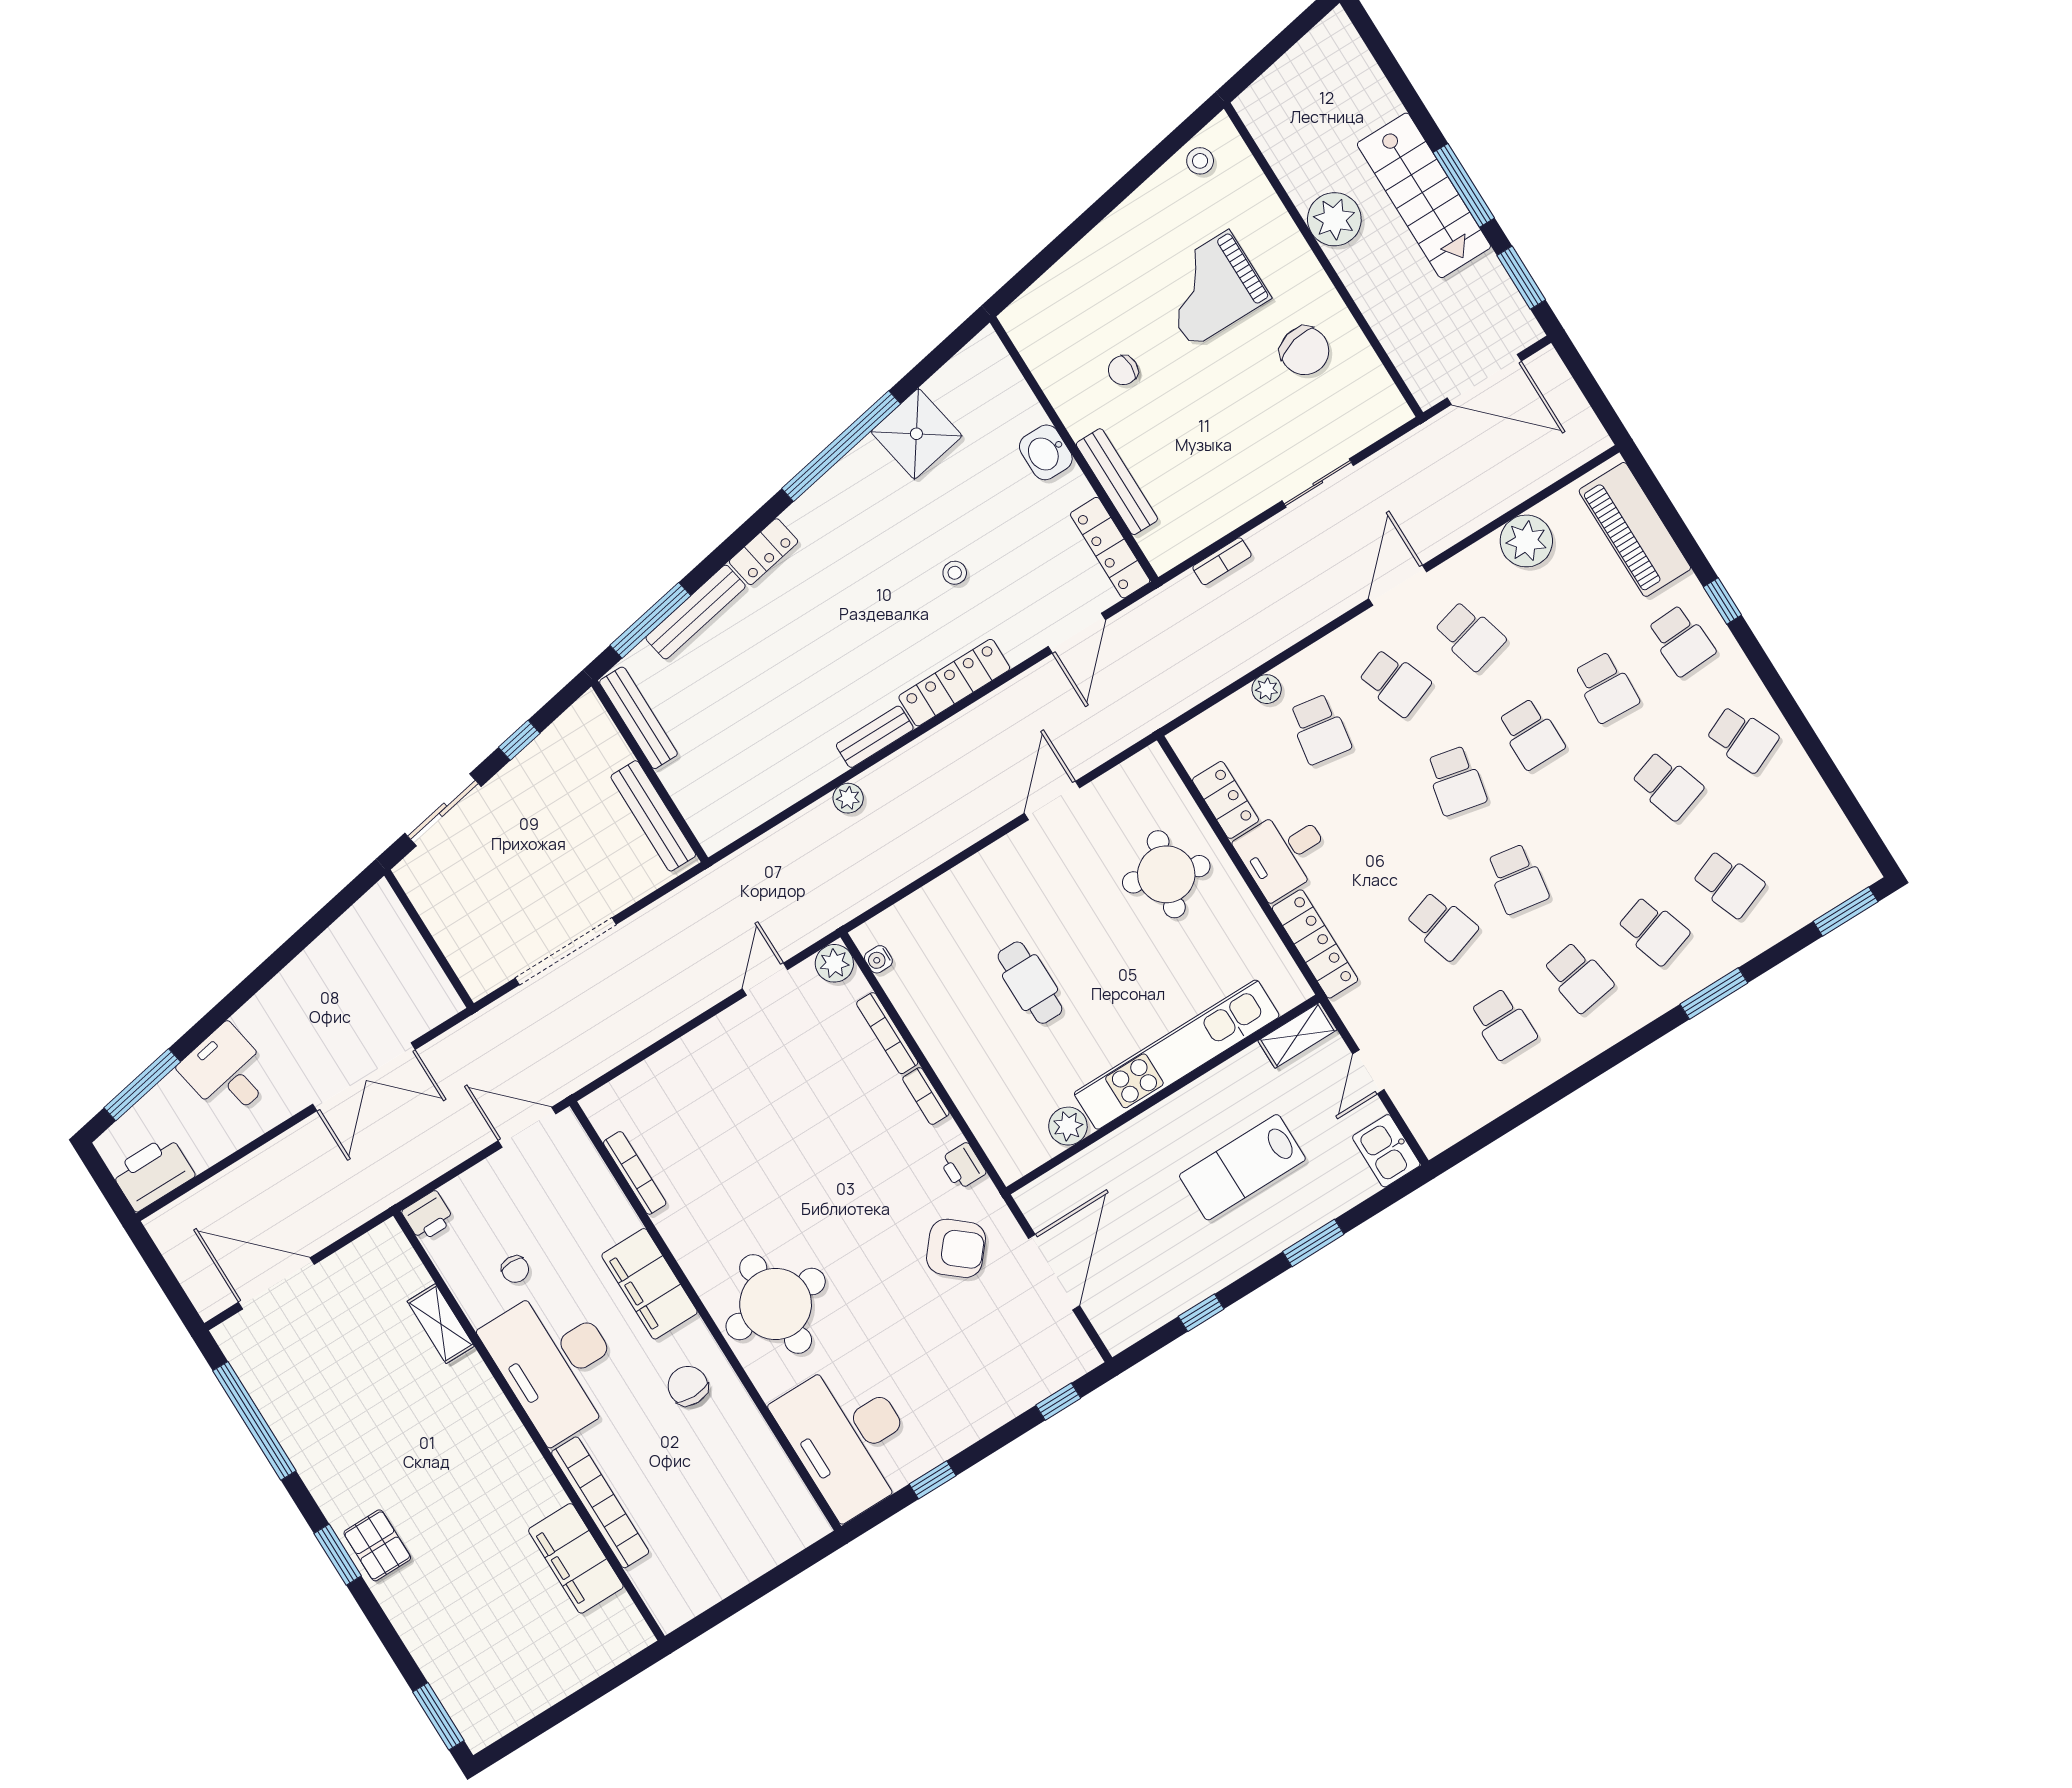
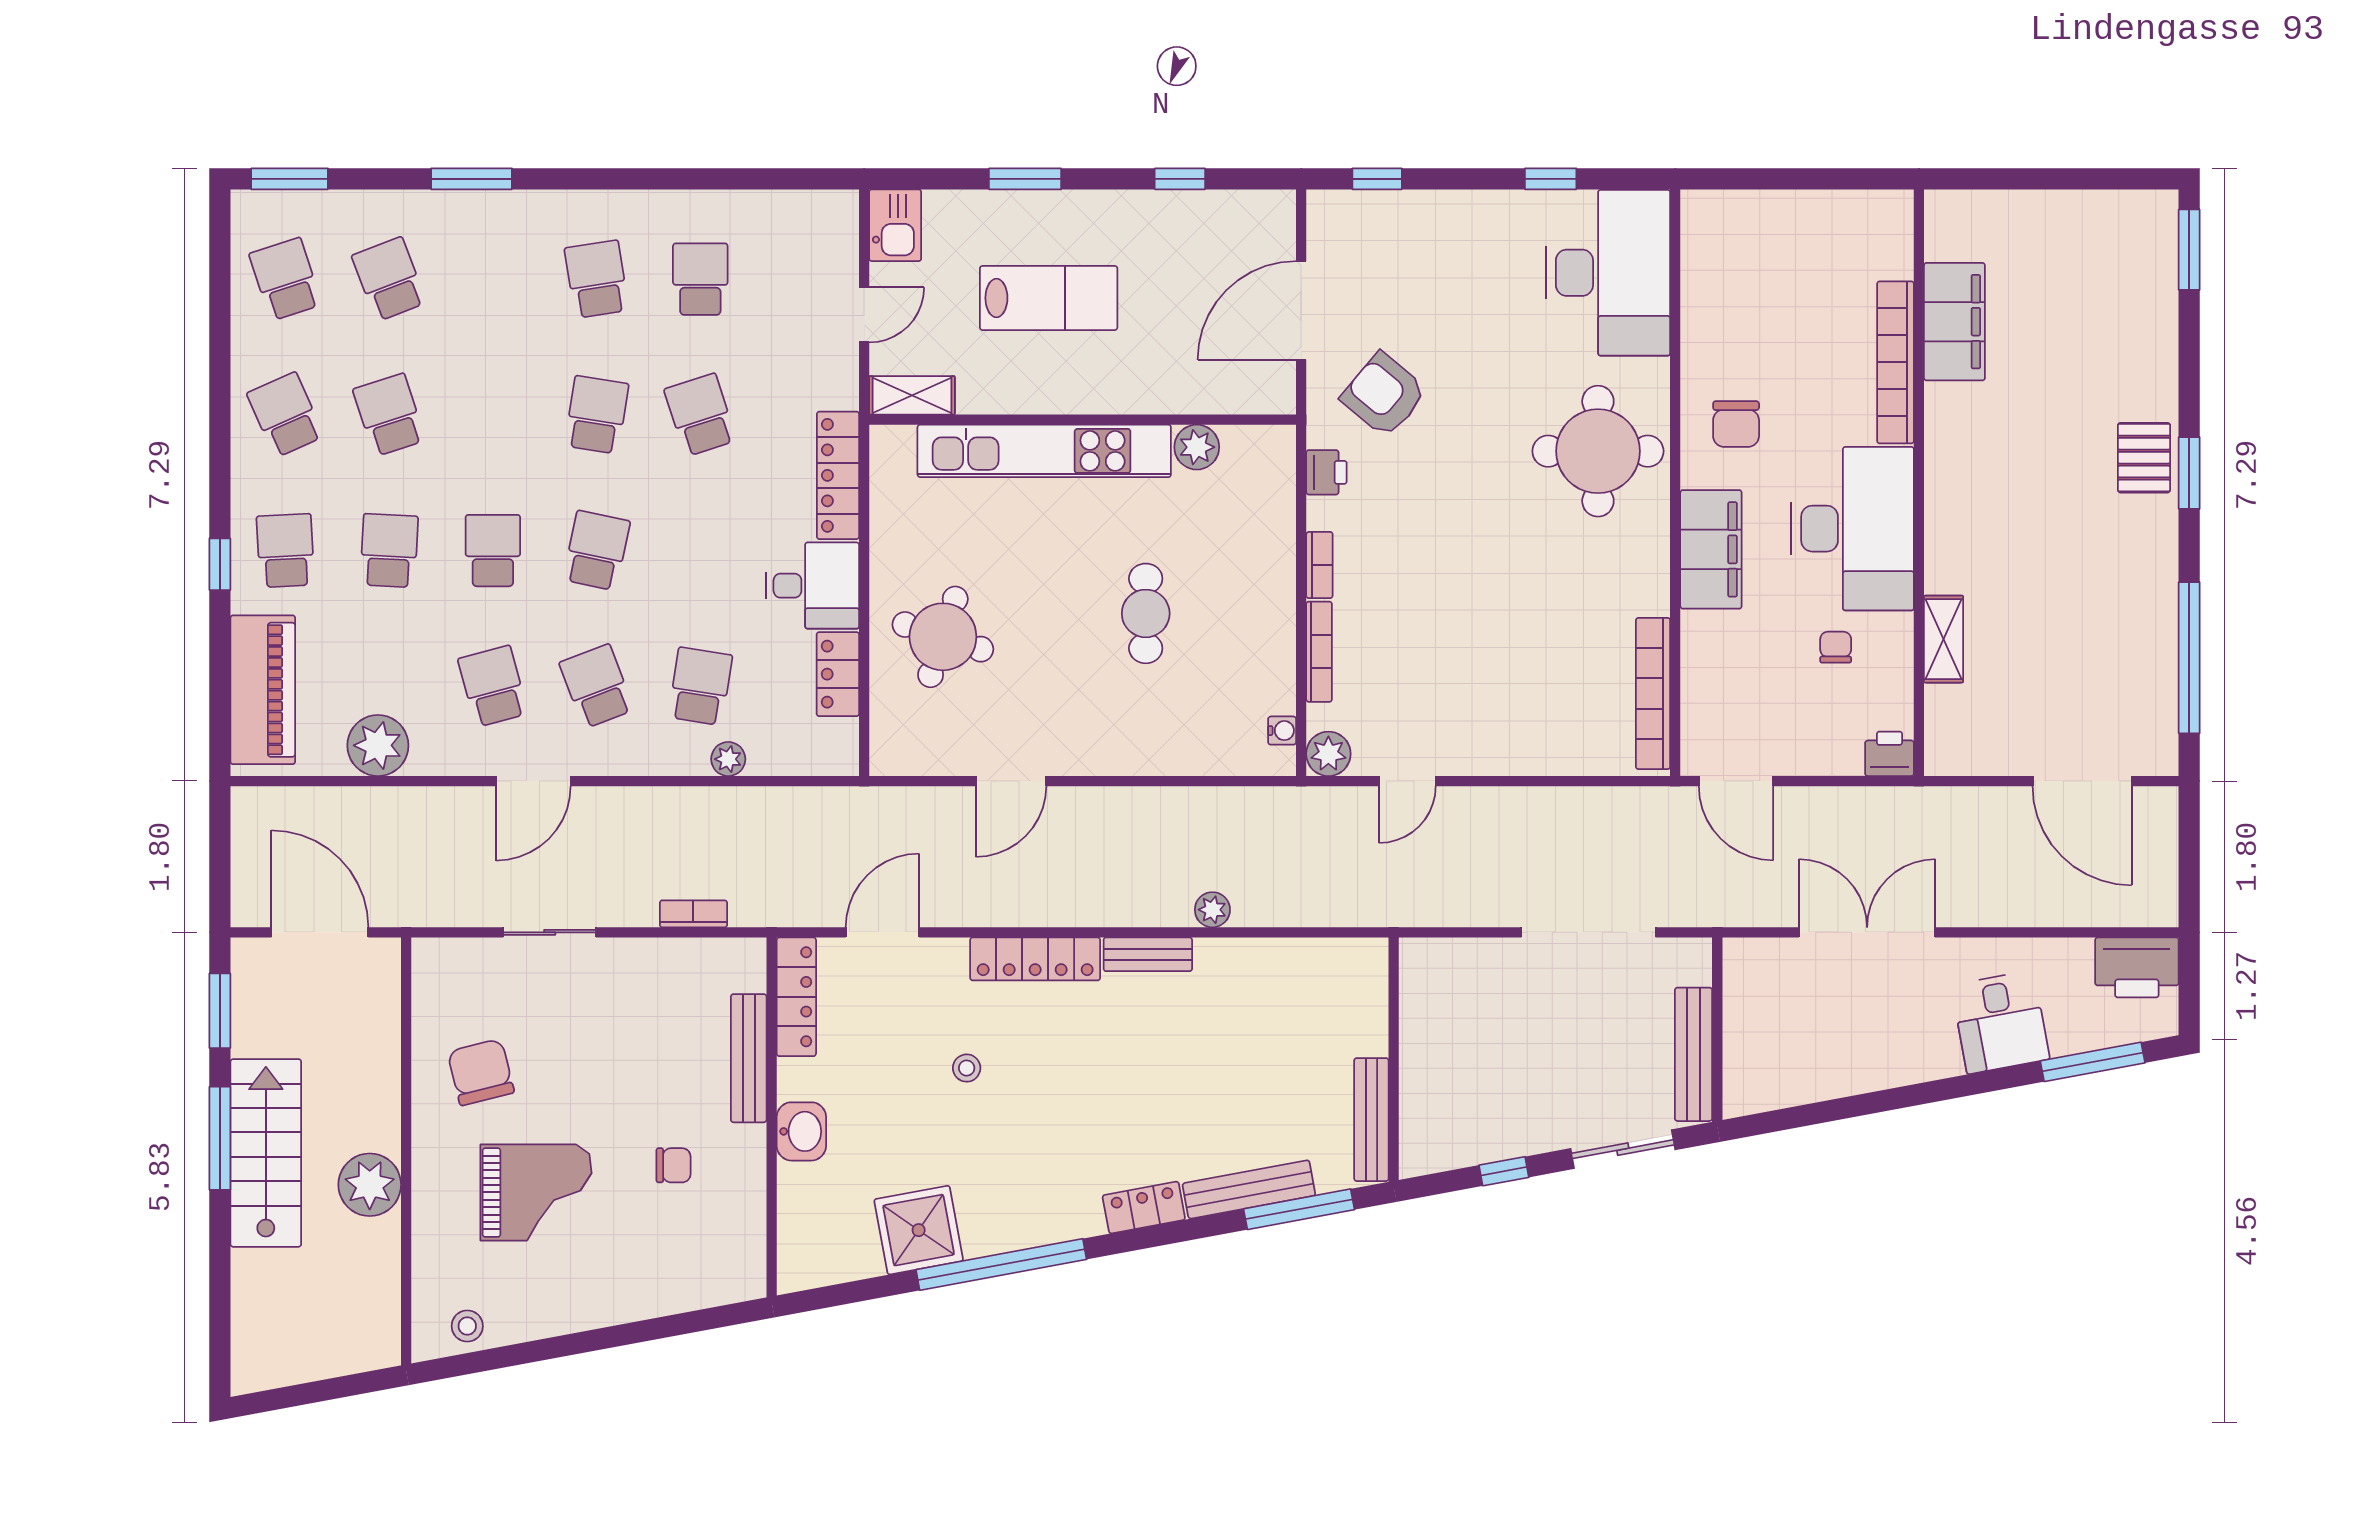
bench: (653, 816) -> (1694, 1054), moved
school desk: (1653, 930) -> (285, 279), moved
bookcase: (635, 1173) -> (1653, 693), width x1.48, depth x1.31

